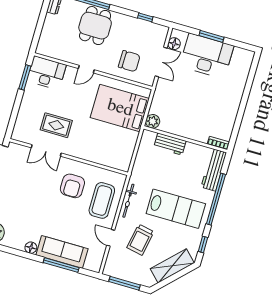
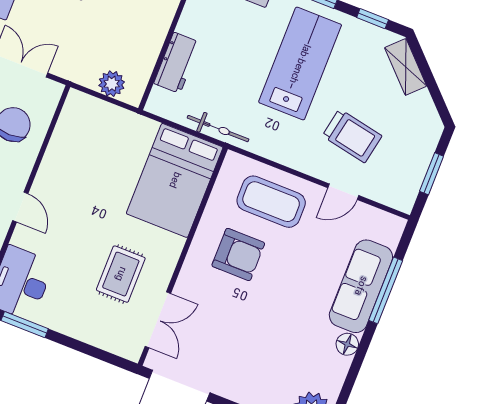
bed: (120, 108) -> (175, 180), moved
plant: (153, 121) -> (112, 84), moved
double door: (46, 150) -> (158, 320), moved
bicycle: (128, 201) -> (218, 129), moved
shelving: (172, 266) -> (406, 67), width x0.67, depth x0.75
window: (125, 283) -> (432, 174), width x0.69

